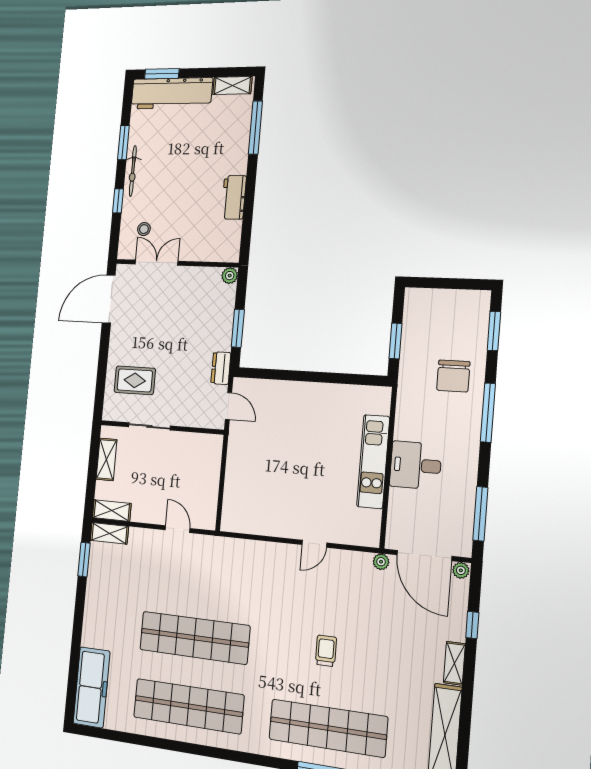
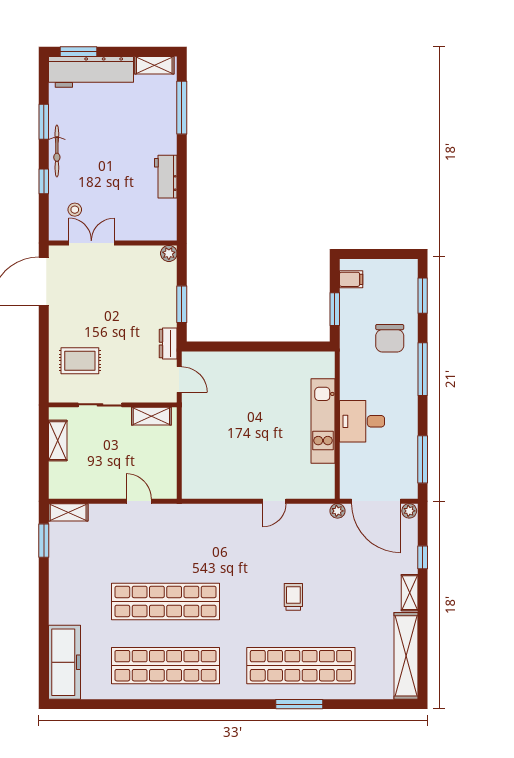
filing cabinet: (416, 310) -> (351, 279), added
shelving: (112, 511) -> (151, 416), moved

